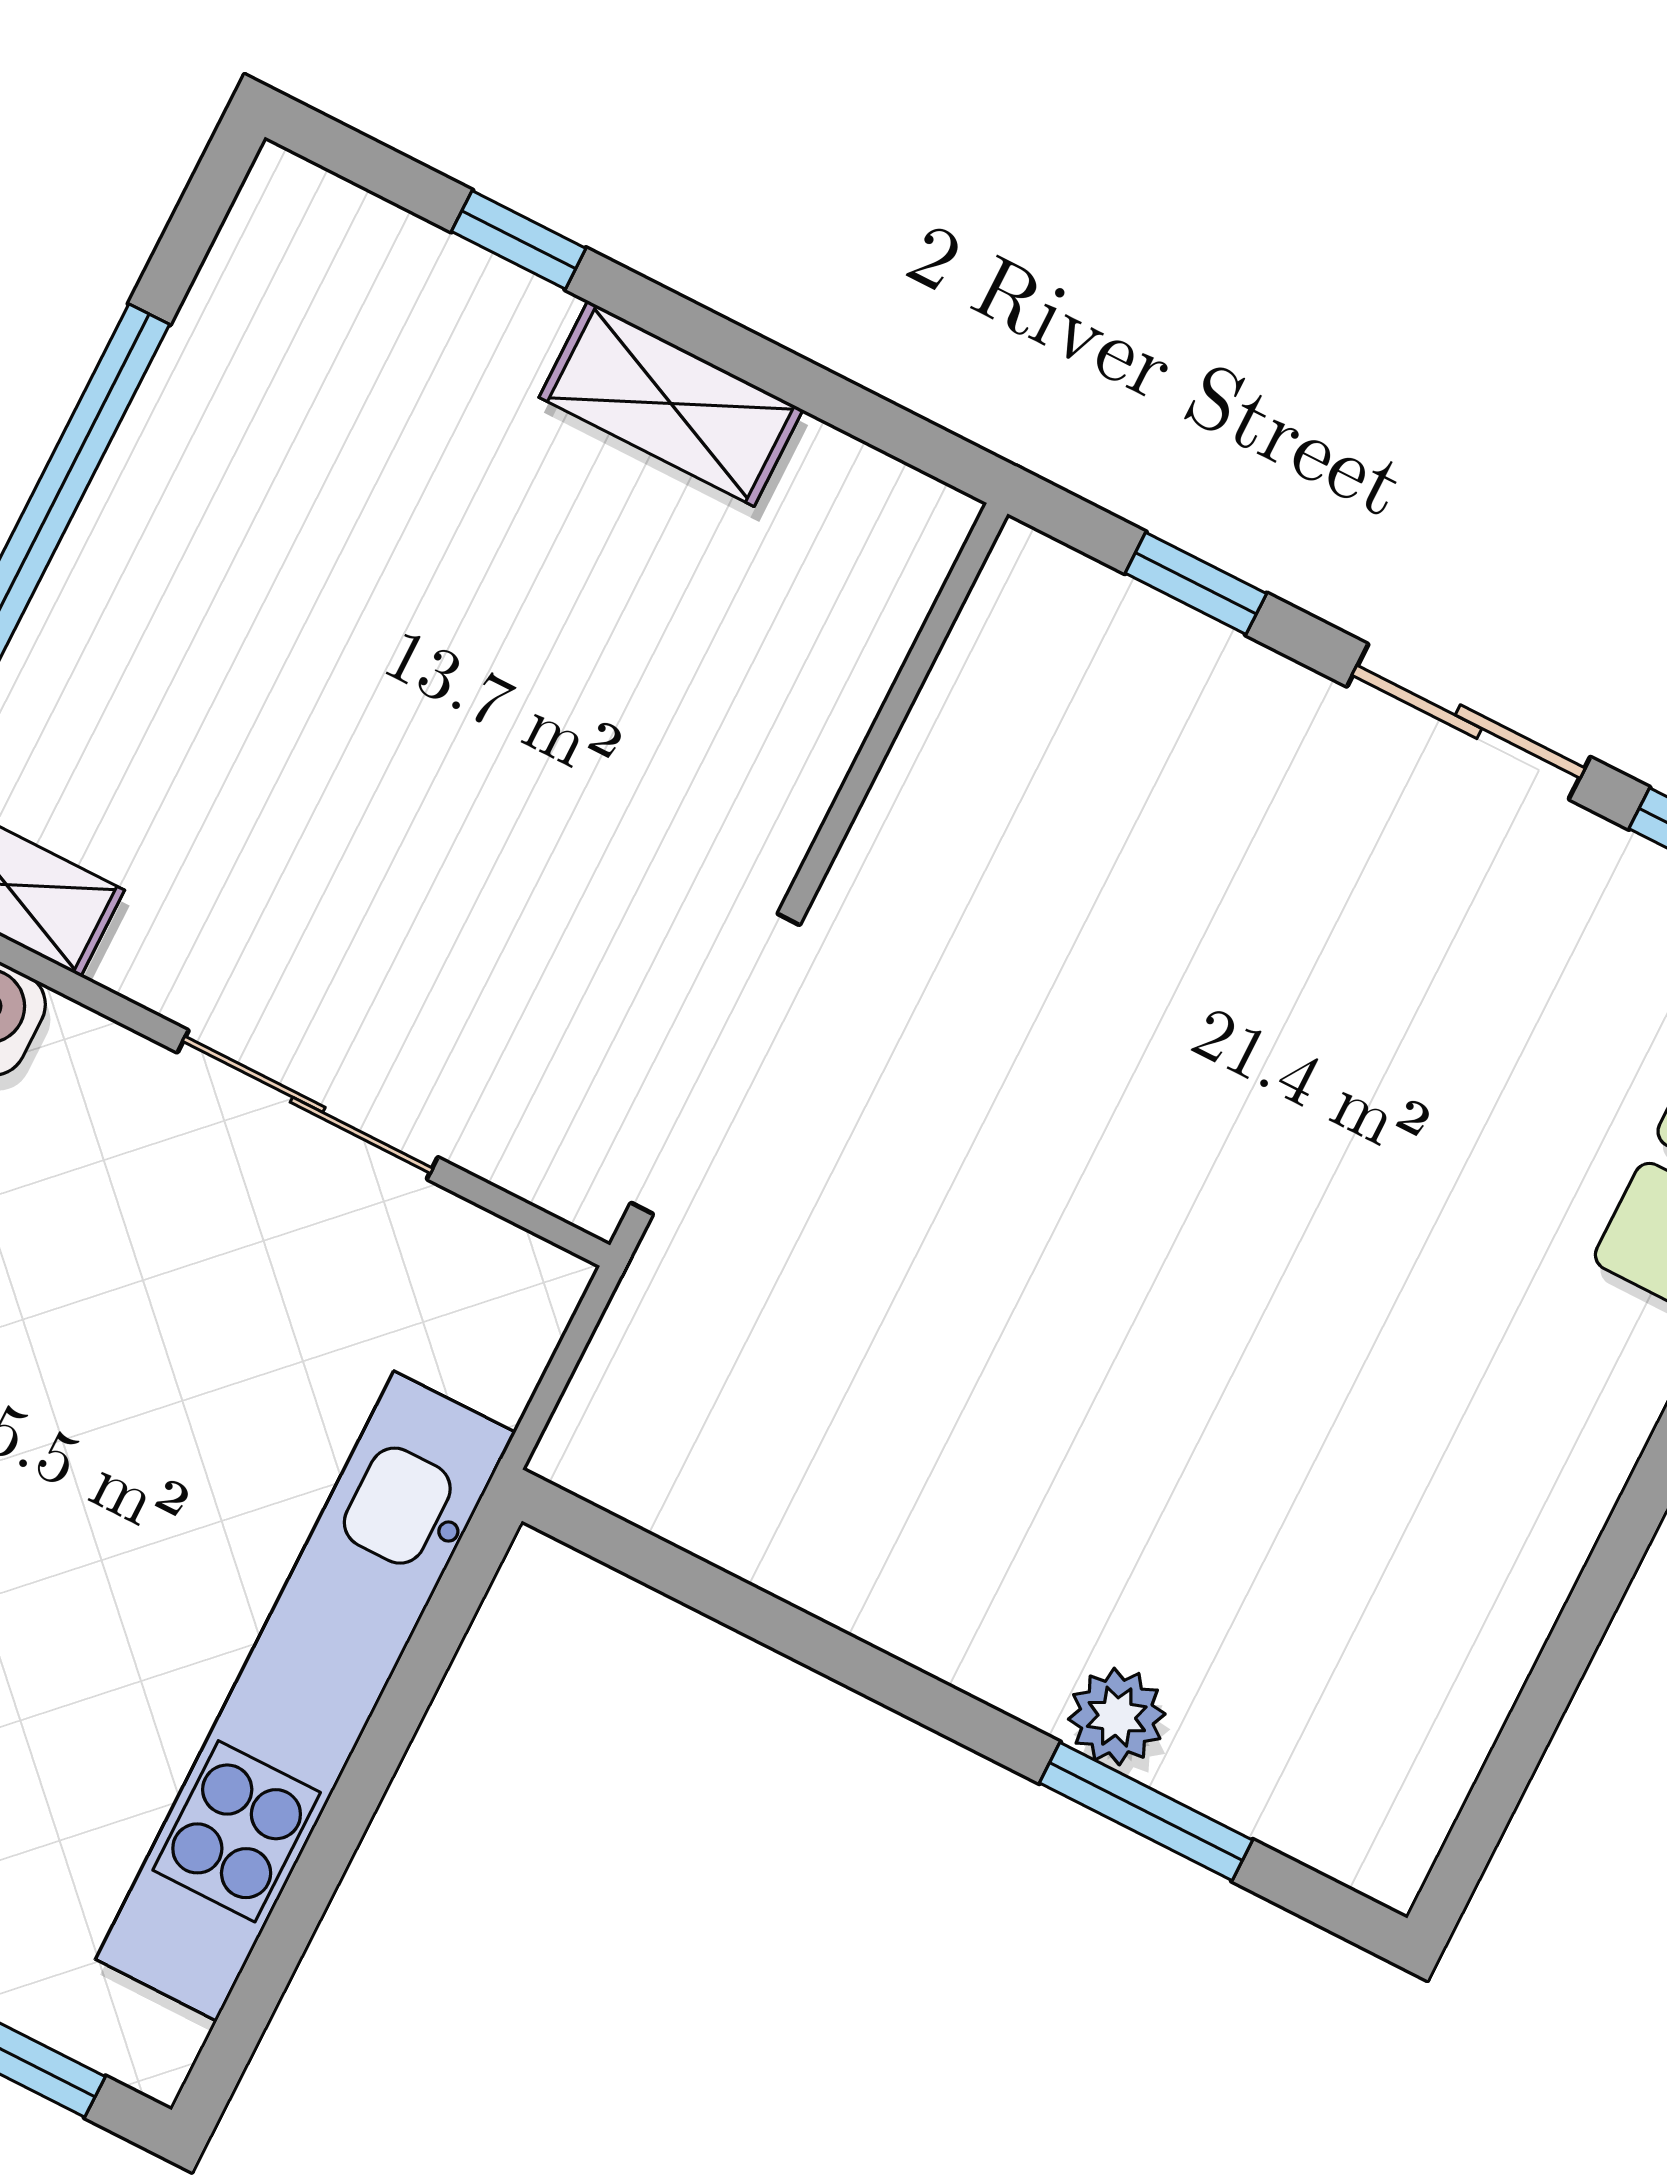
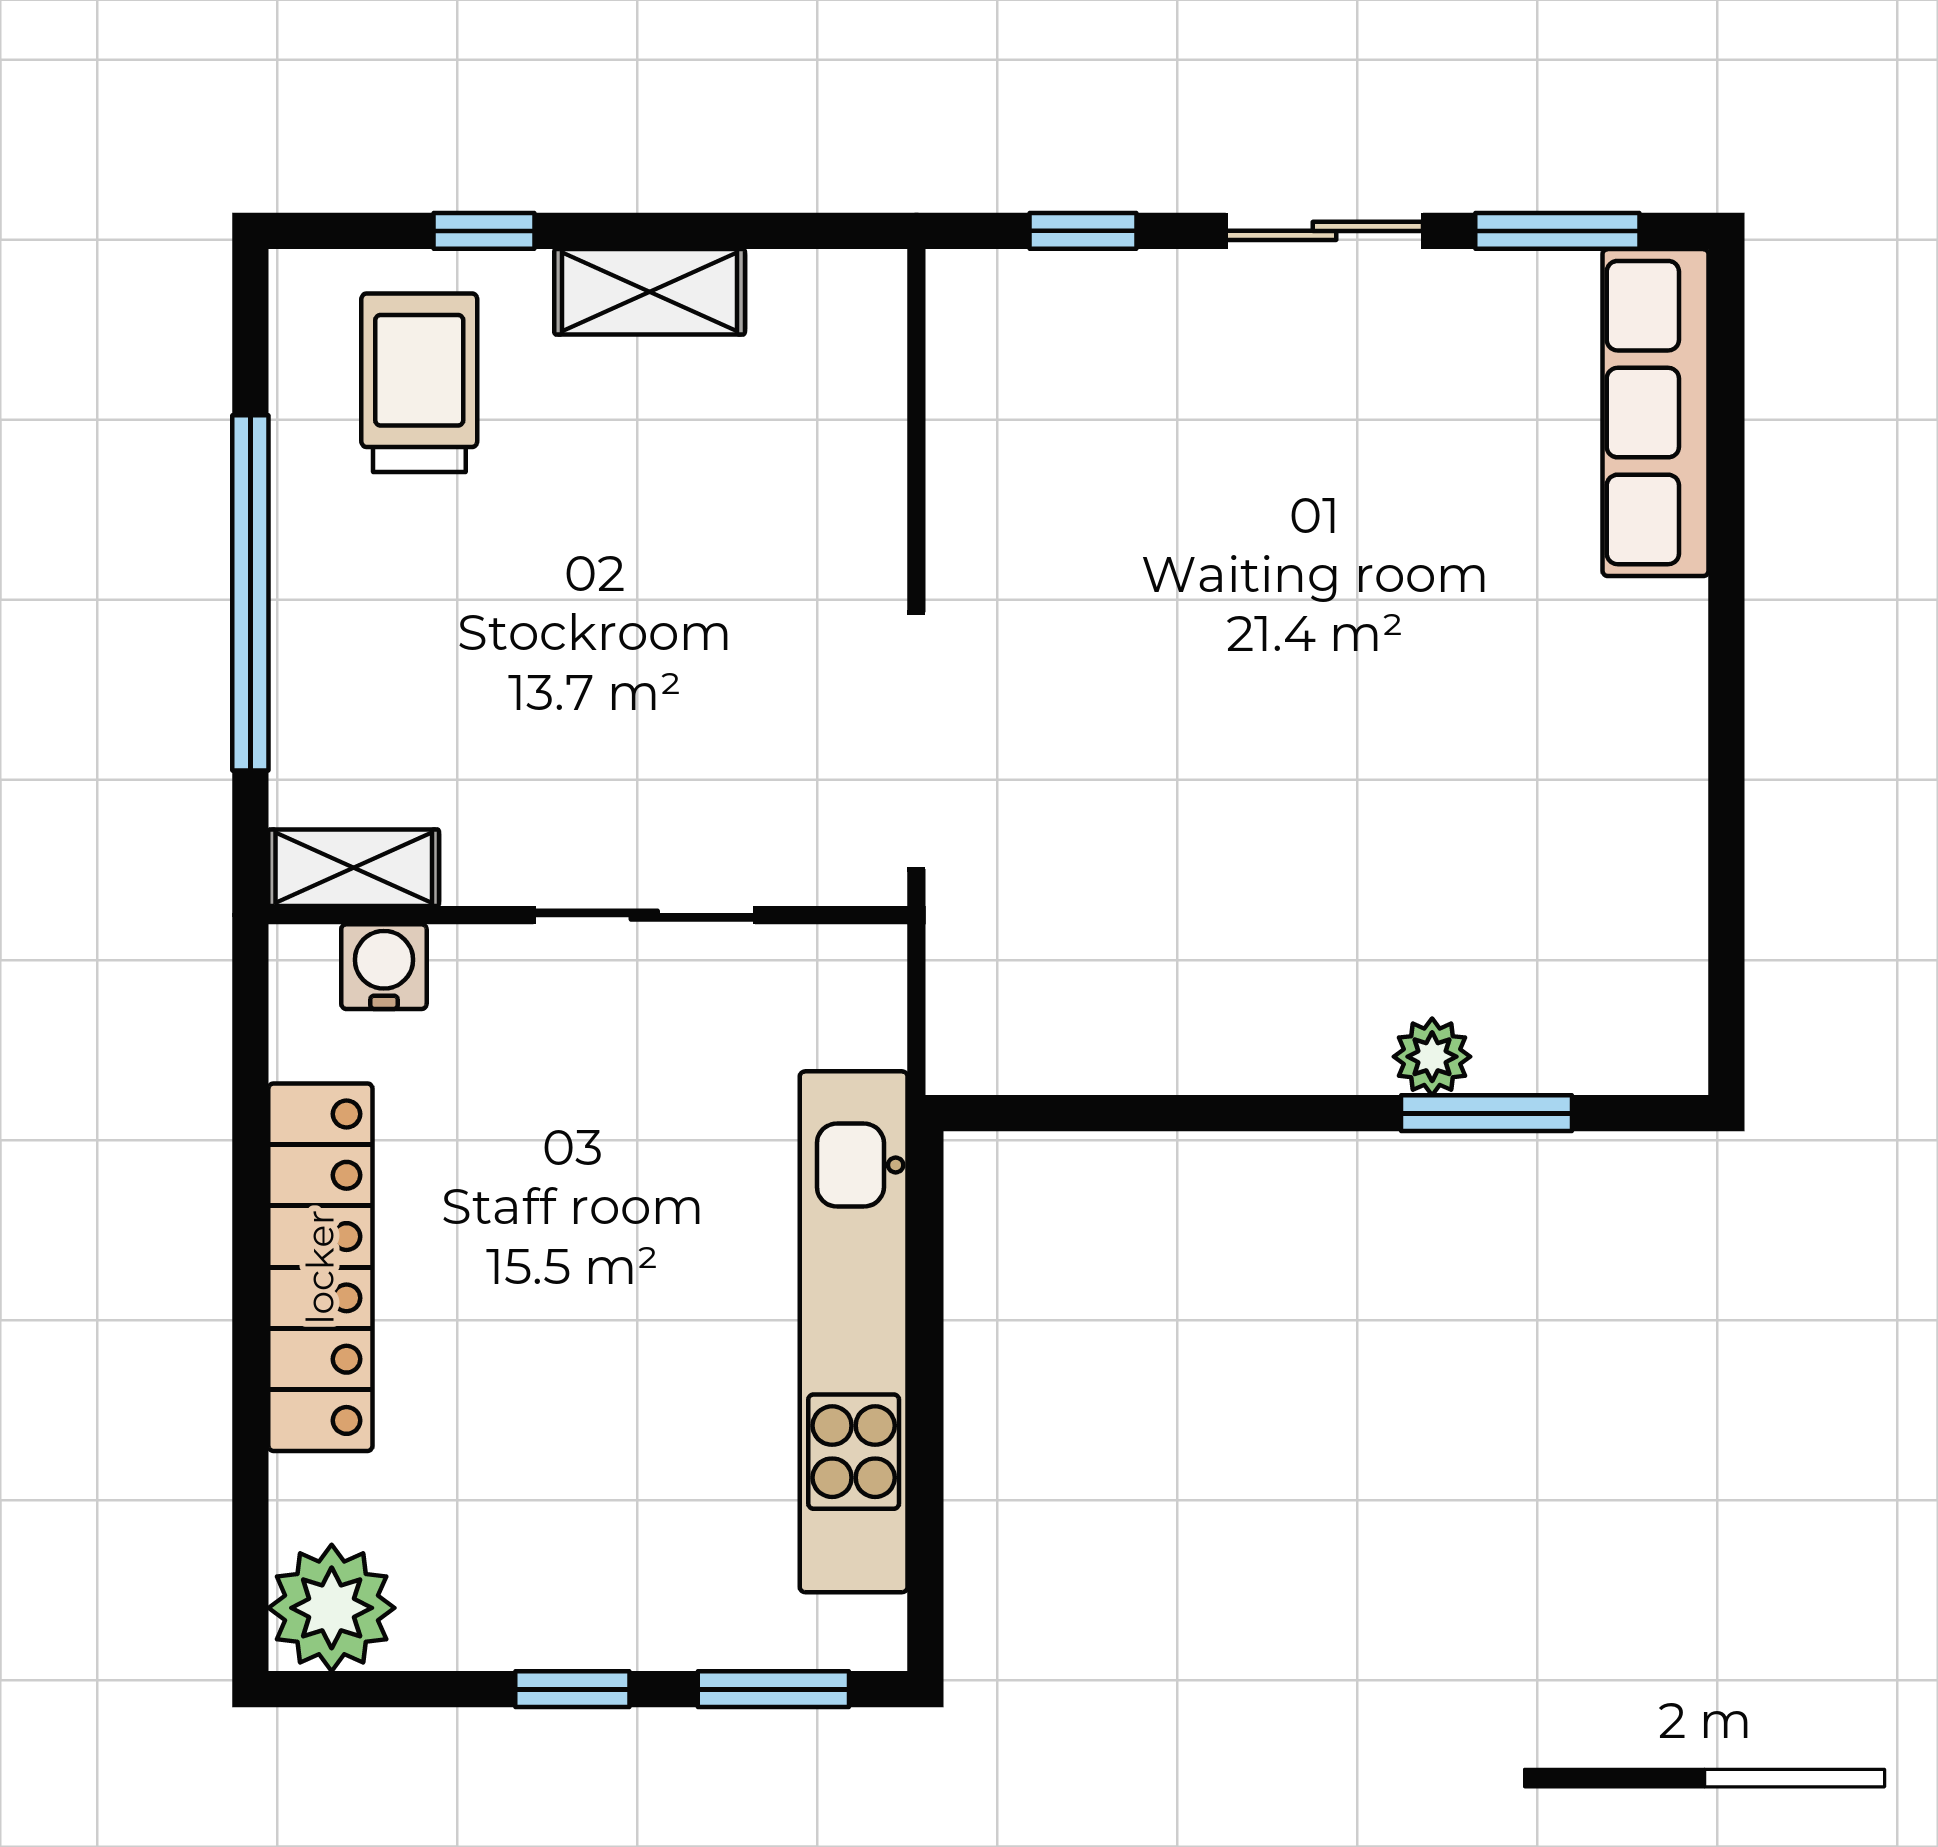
trolley: (359, 374) -> (419, 383), added

